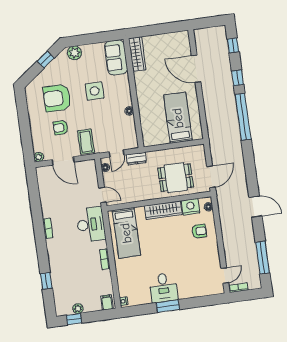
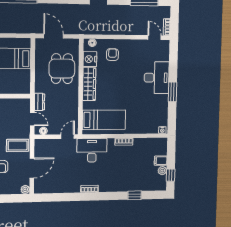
door: (211, 177) -> (54, 36), moved
desk: (163, 288) -> (157, 78), moved, width x1.37
filing cabinet: (107, 302) -> (161, 161), moved

